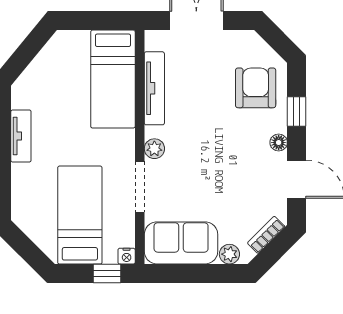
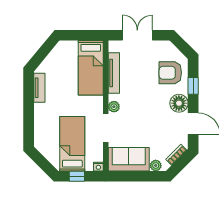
armchair: (256, 88) -> (170, 73), turned -90
tv unit: (21, 136) -> (39, 88), moved
floor lamp: (279, 143) -> (179, 103), width x1.89, depth x1.89
window: (107, 273) -> (77, 176), moved

